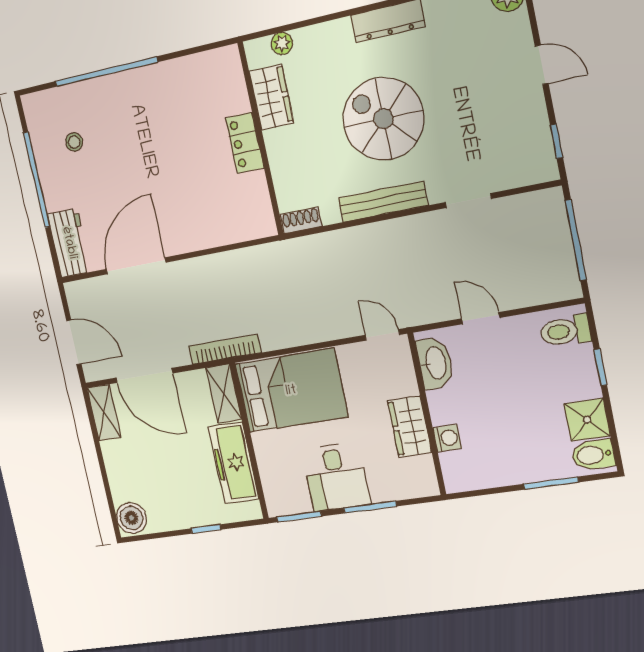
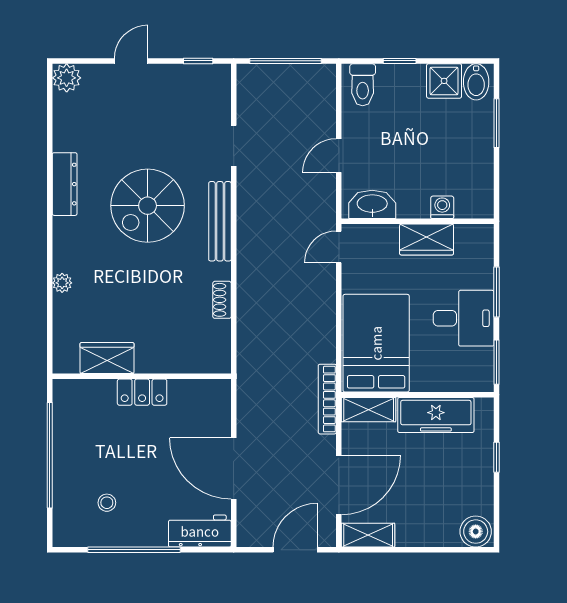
wardrobe: (271, 97) -> (107, 358), moved
wall: (261, 139) -> (142, 376), moved
locker: (245, 143) -> (142, 392), moved

